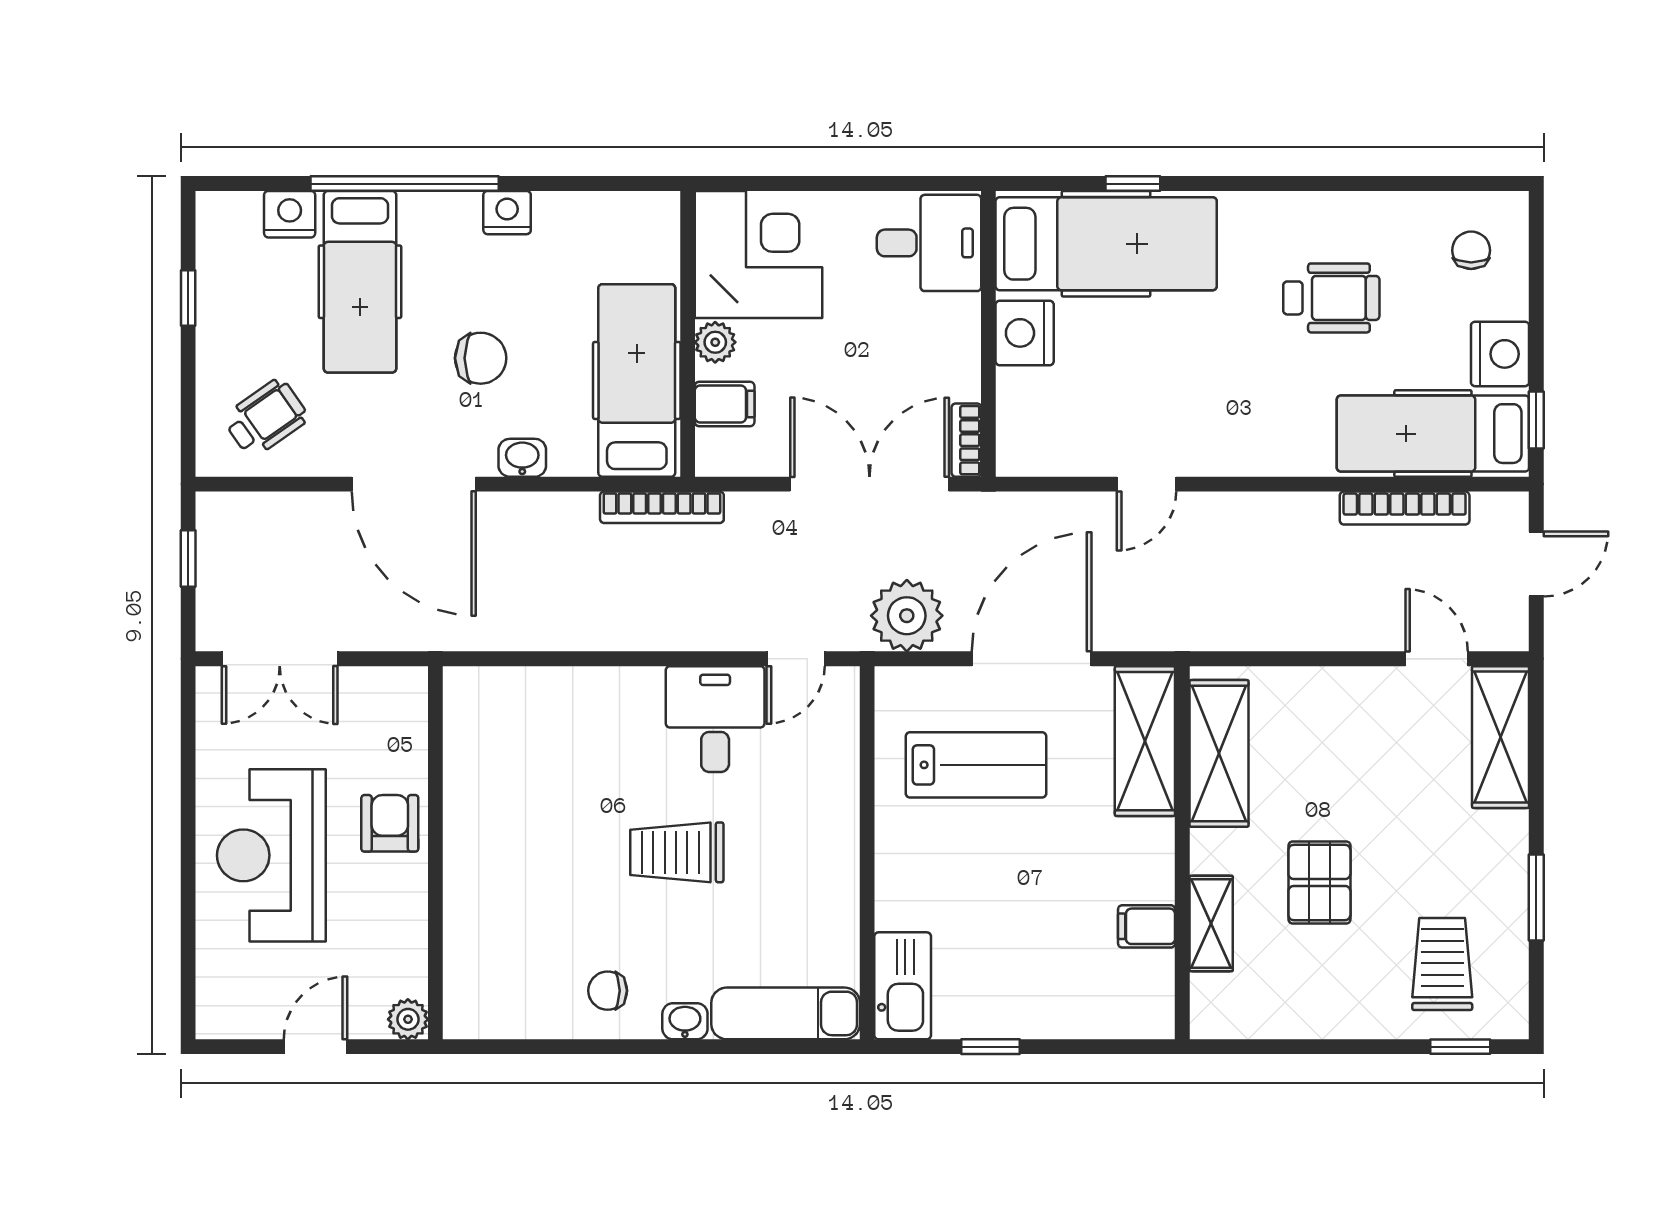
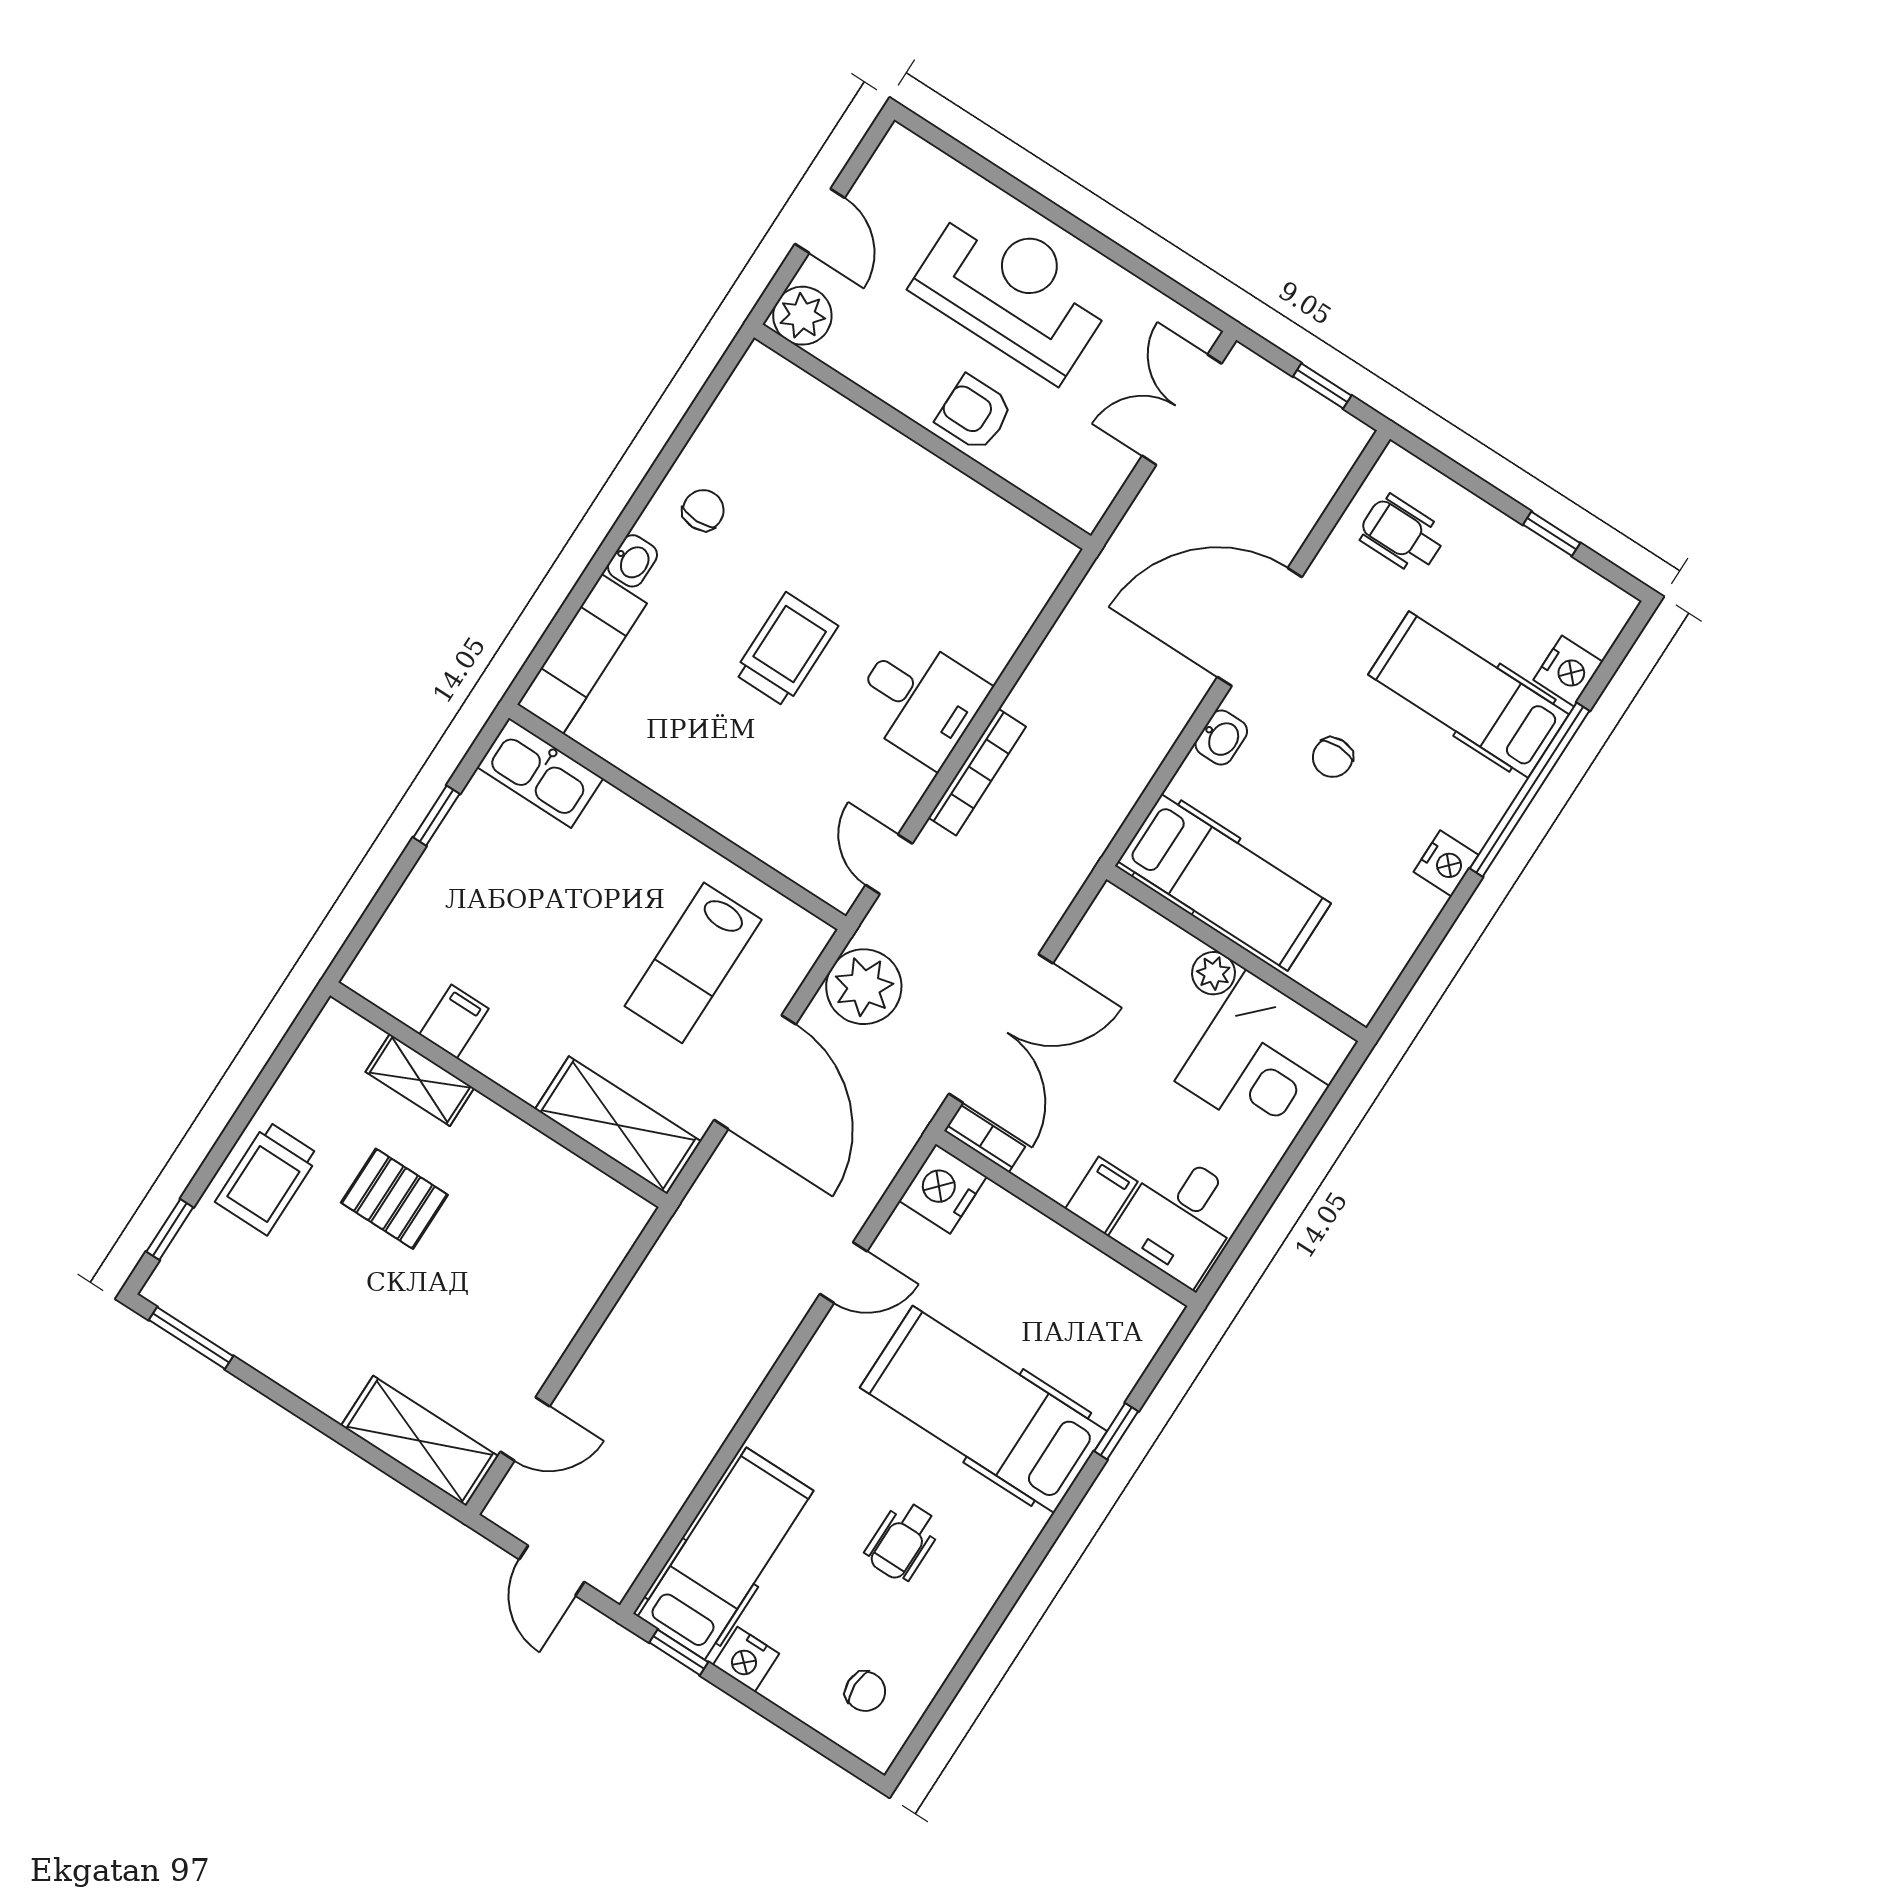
hospital bed: (1106, 244) -> (983, 1409), moved, turned 90
wheelchair: (1331, 298) -> (903, 1541), width x0.73, depth x0.73
nightstand: (1025, 333) -> (943, 1189), moved, turned -90
nightstand: (1500, 354) -> (746, 1659), width x0.74, depth x0.75
chair: (481, 358) -> (1333, 757), width x0.73, depth x0.73
filing cabinet: (725, 404) -> (1101, 1195), moved, turned 180
wheelchair: (266, 418) -> (1402, 534), turned 125
door: (1147, 484) -> (844, 1273), swing flipped
bookcase: (662, 507) -> (977, 772), moved, turned 180
bookcase: (1405, 508) -> (676, 1486), removed
desk: (715, 719) -> (920, 700), moved
shelving: (1219, 753) -> (565, 1183), removed
armchair: (390, 823) -> (974, 413), turned 180
window: (1536, 897) -> (191, 1338), moved
trolley: (1442, 964) -> (267, 1178), moved, turned 90
plant: (408, 1019) -> (802, 316), width x1.38, depth x1.38

